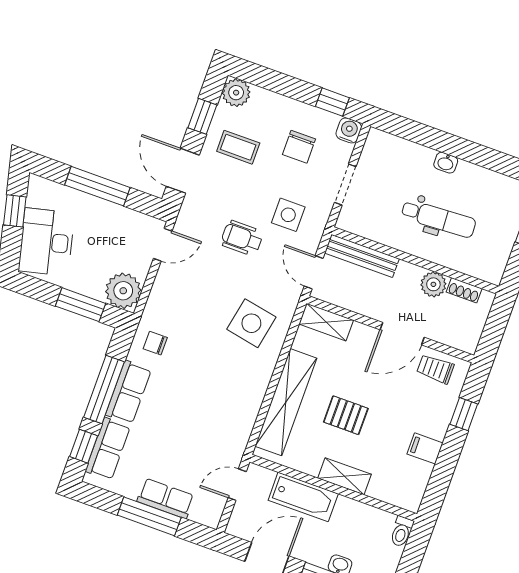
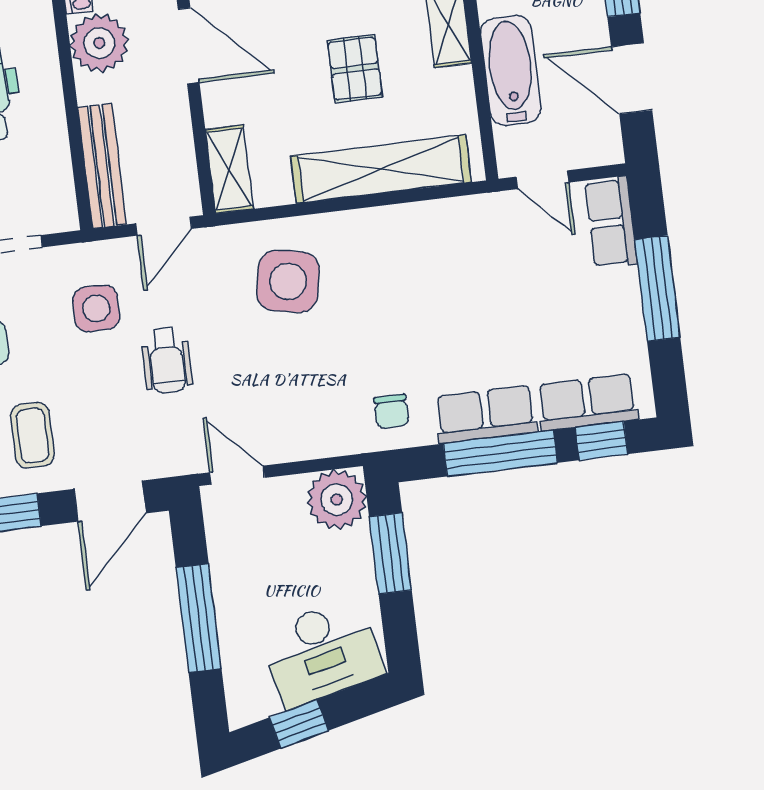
plant: (433, 284) -> (99, 43), width x1.36, depth x1.36
row of seats: (166, 498) -> (611, 222), moved

